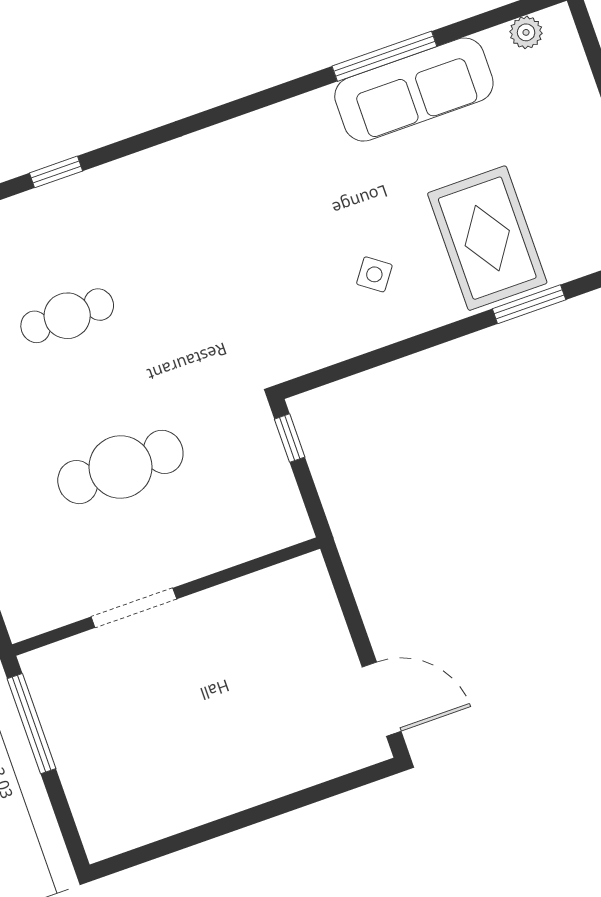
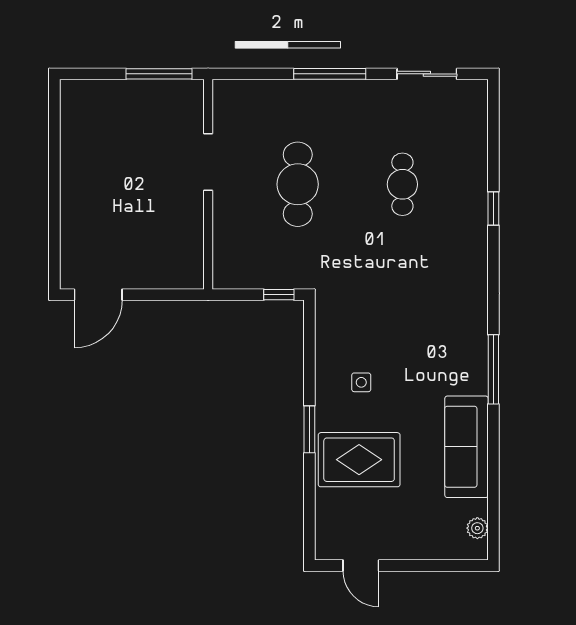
window: (384, 56) -> (493, 369), moved
side table: (374, 274) -> (361, 382), turned -36
window: (529, 304) -> (309, 429), moved

